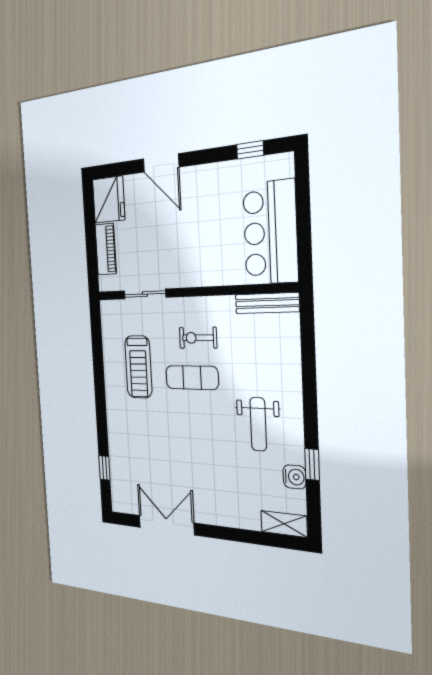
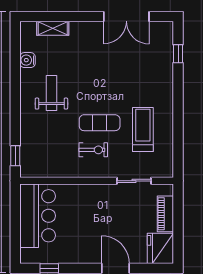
bench: (267, 303) -> (42, 172), removed
window: (312, 464) -> (15, 156), moved
shelving: (284, 524) -> (53, 28), moved

